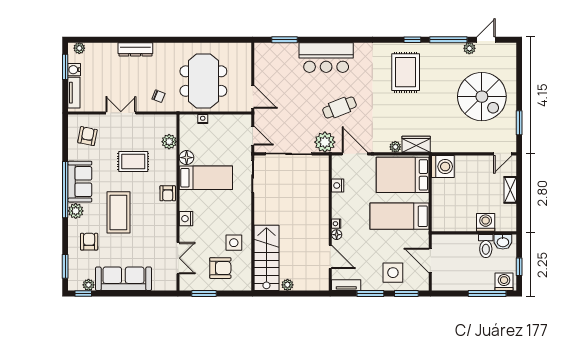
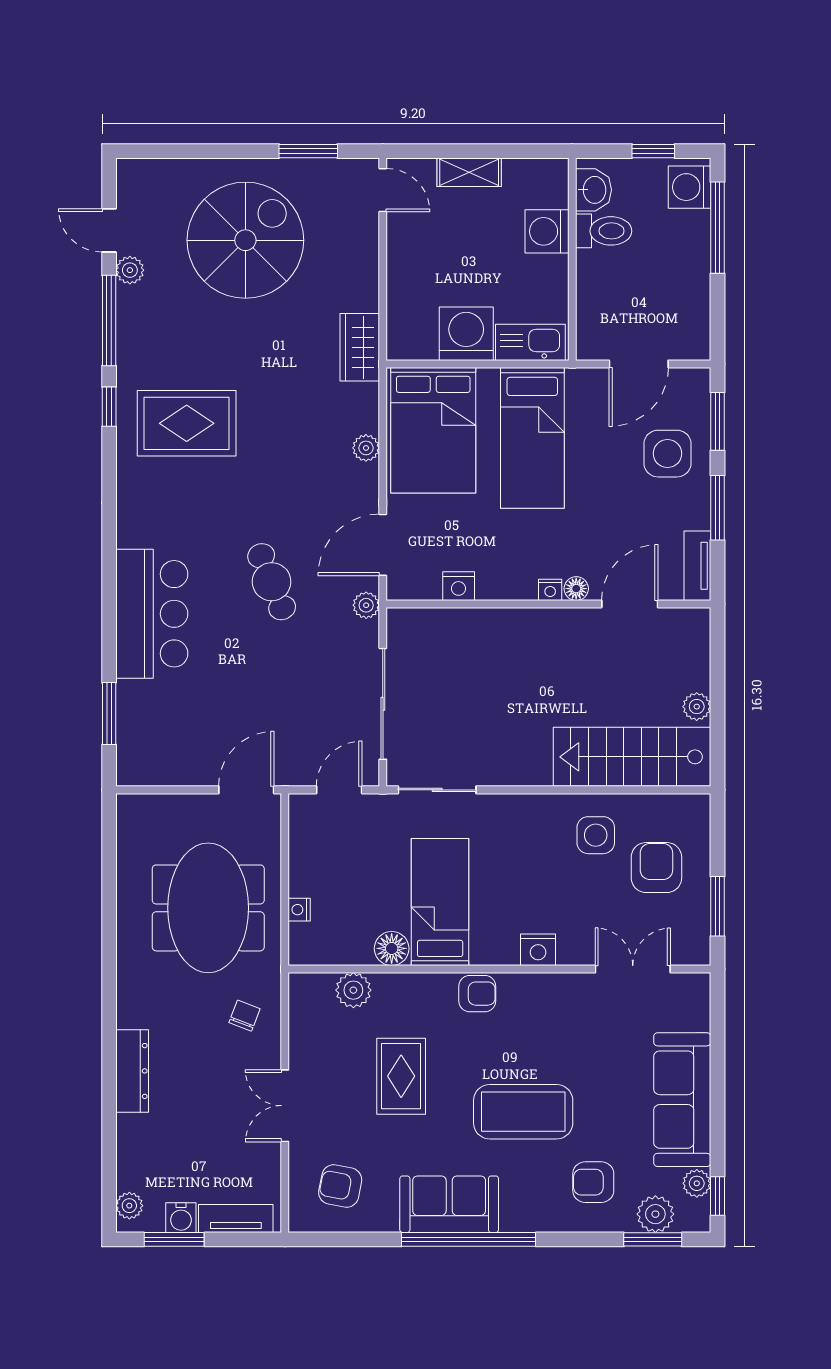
meeting table: (203, 81) -> (208, 908), turned 90
plant: (325, 142) -> (366, 605), width x0.53, depth x0.53
wardrobe: (416, 144) -> (360, 347), moved
washing machine: (443, 167) -> (466, 334), moved
plant: (76, 211) -> (655, 1214), moved
kitchen sink: (439, 215) -> (530, 342), added

